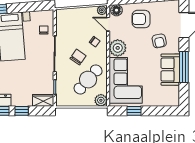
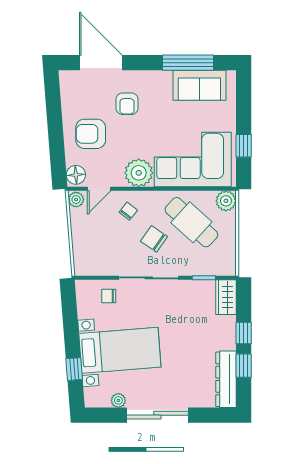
armchair: (141, 19) -> (91, 134), turned 90
armchair: (159, 41) -> (127, 104), turned 101
window: (184, 67) -> (188, 63), moved
sofa: (170, 70) -> (199, 85), moved

